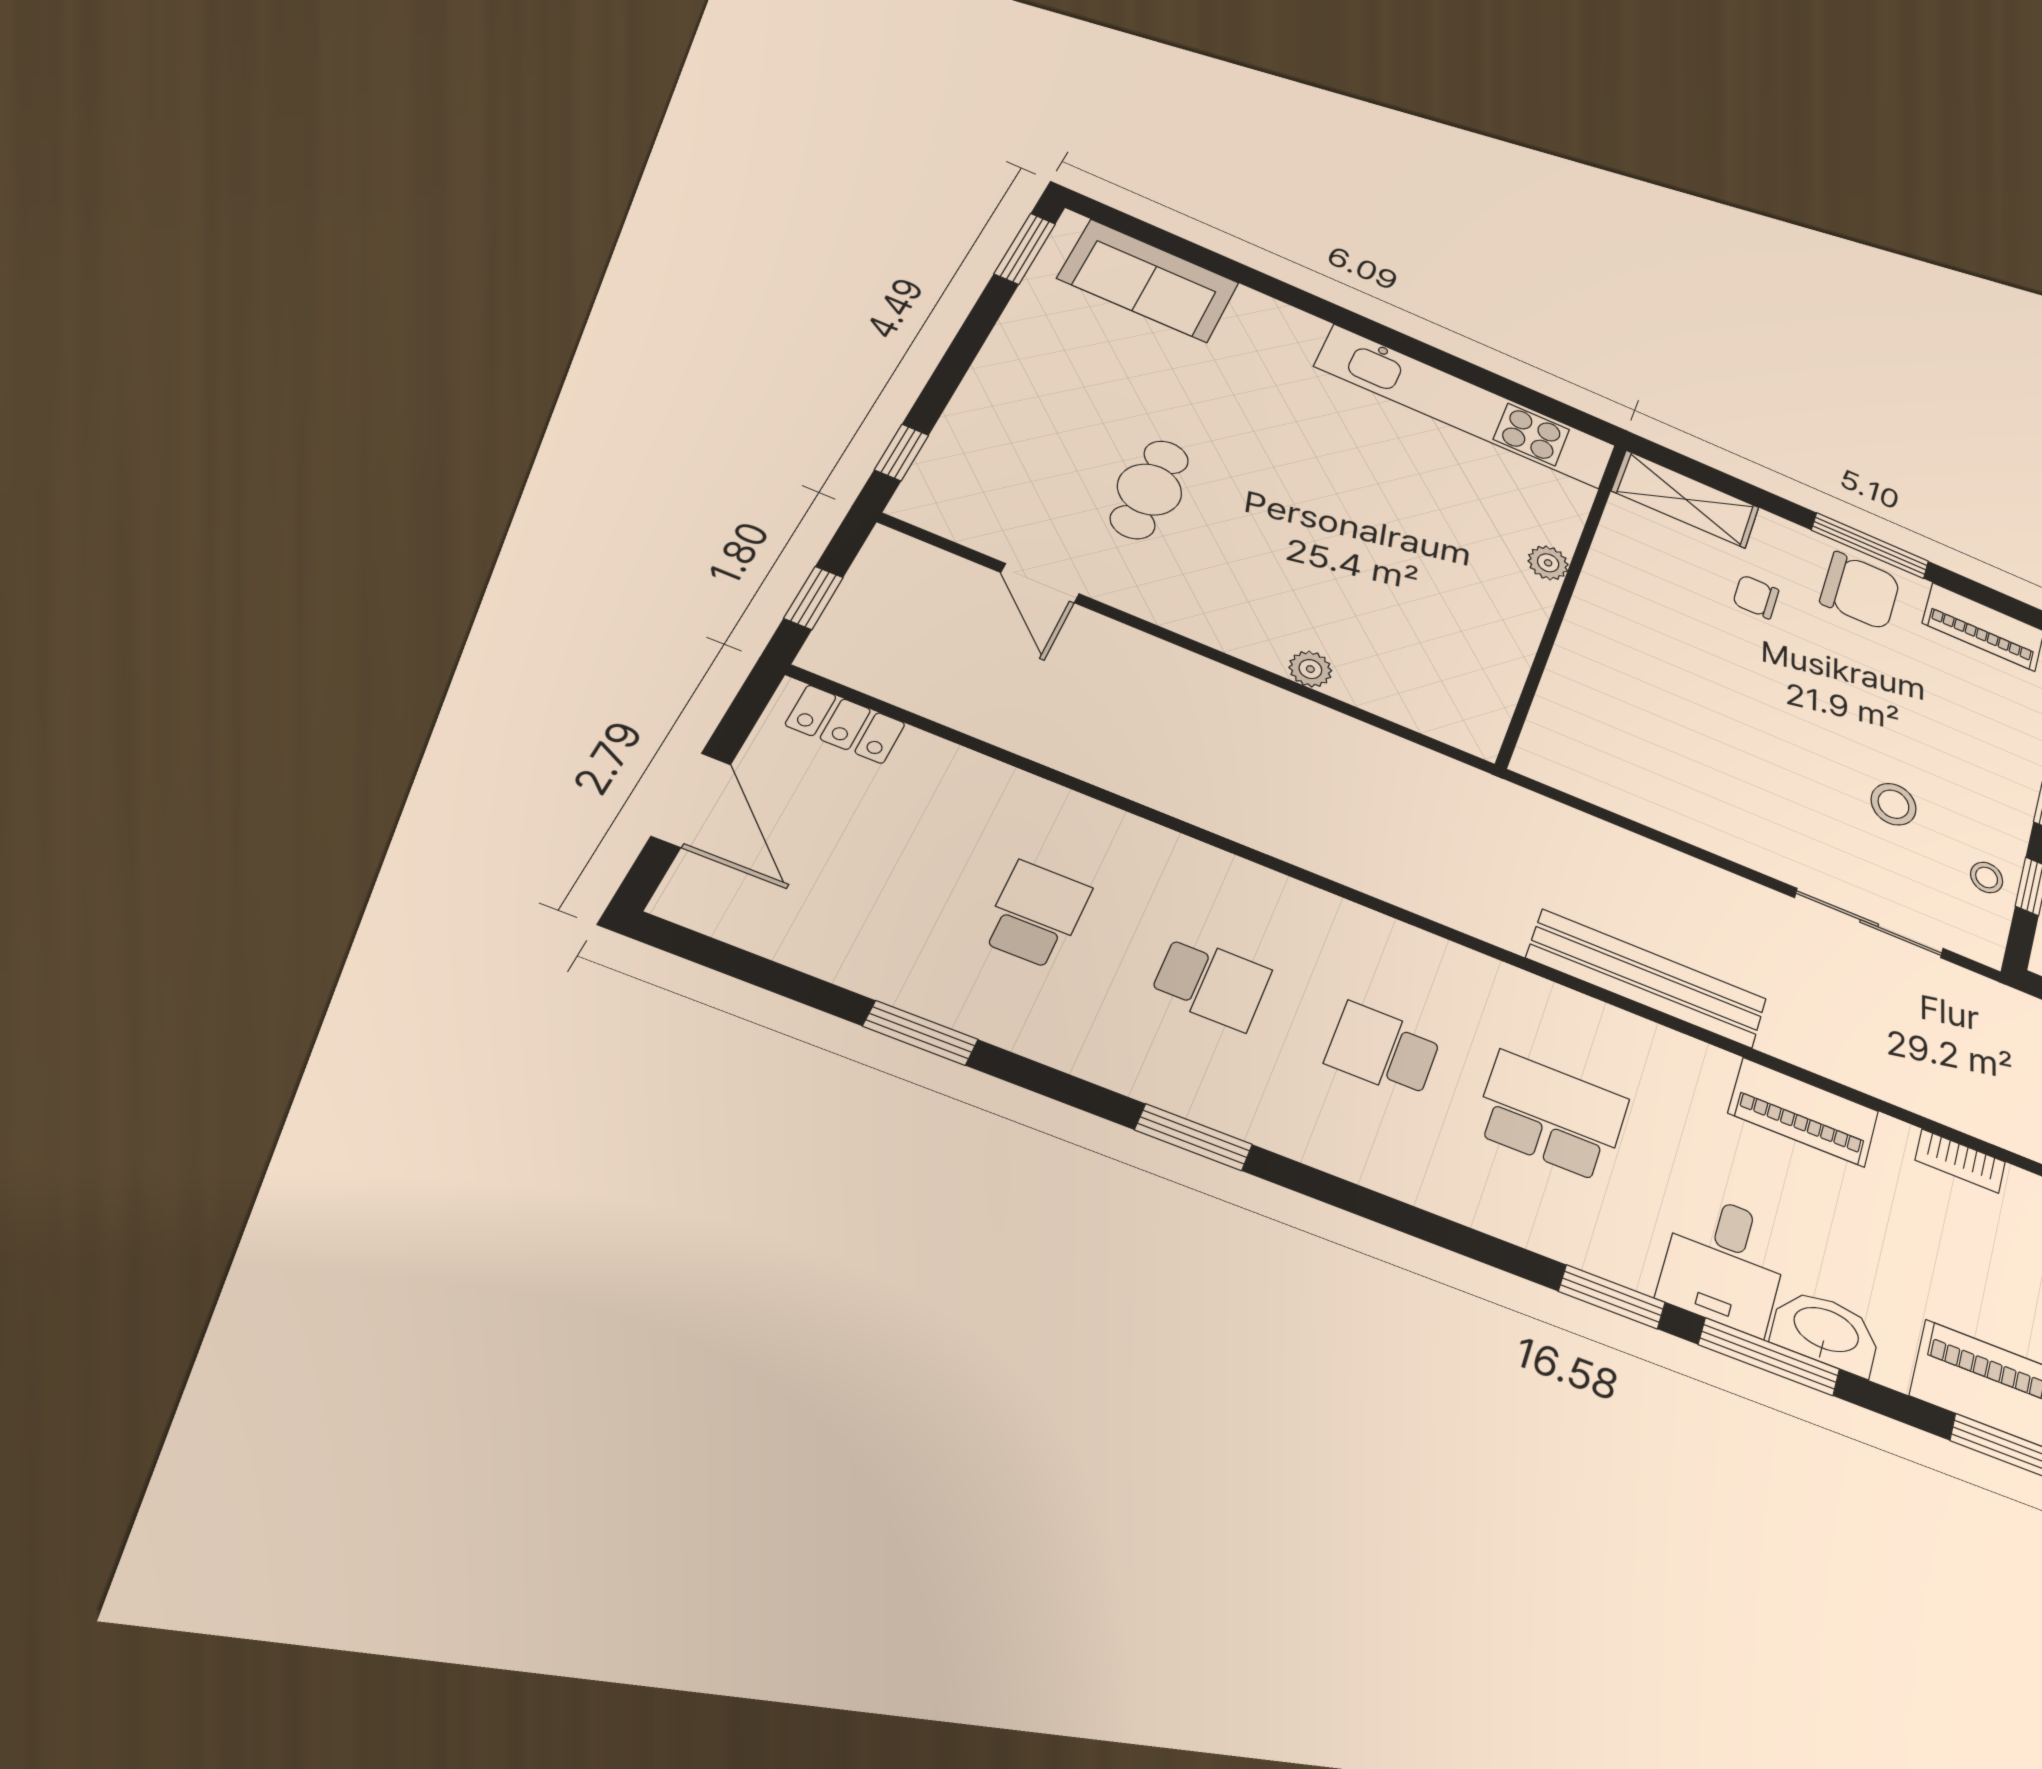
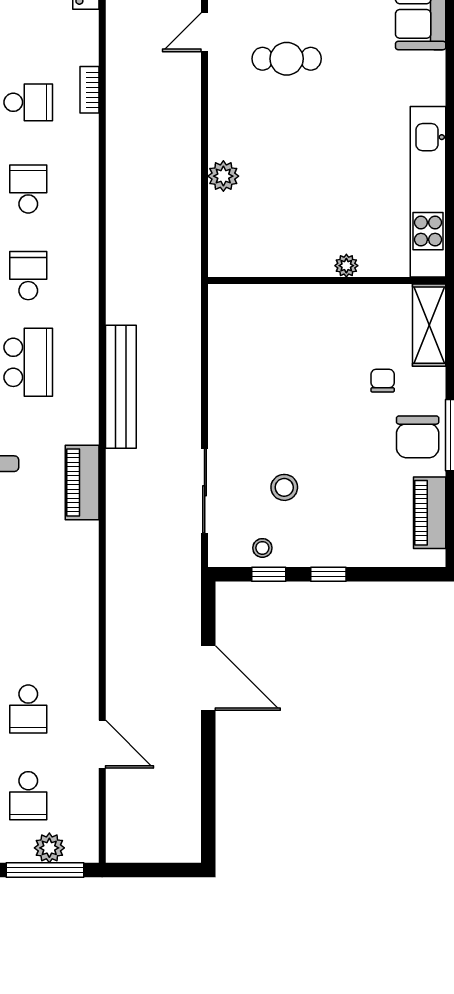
plant: (1310, 669) -> (223, 176), width x1.38, depth x1.38
school desk: (1211, 983) -> (28, 189), turned 180
bookcase: (1960, 1161) -> (89, 90), moved

